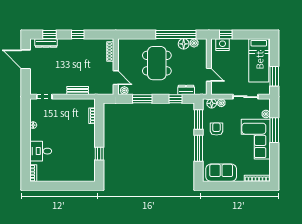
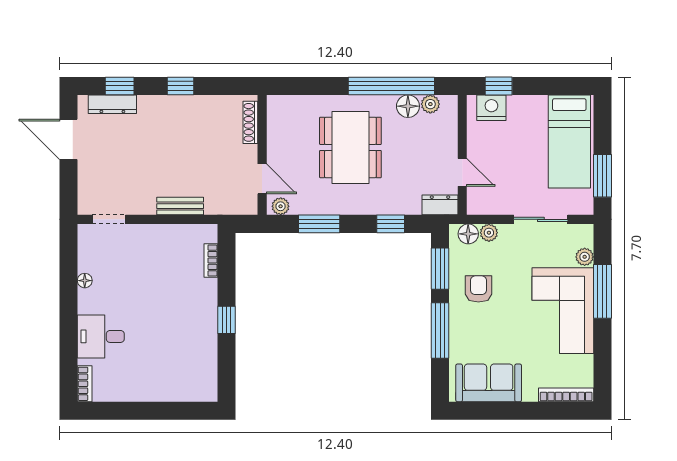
dresser: (186, 90) -> (440, 205), moved
window: (99, 154) -> (226, 320), moved

